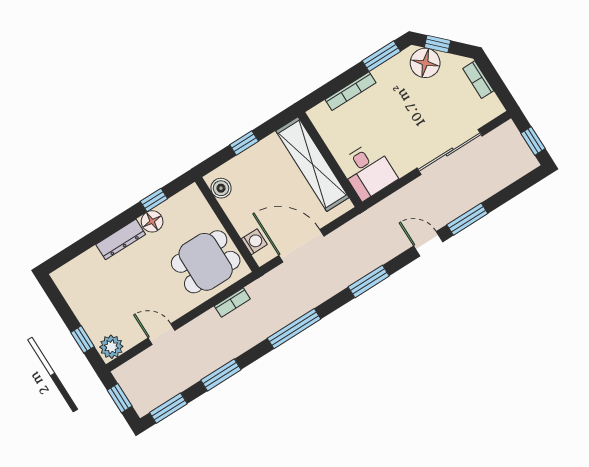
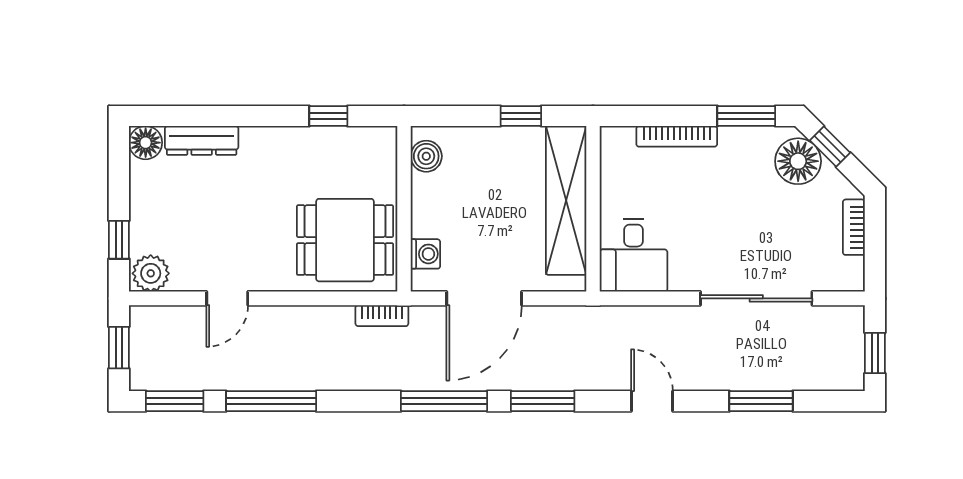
window: (244, 143) -> (521, 116), moved
window: (467, 219) -> (761, 401), moved
floor lamp: (152, 221) -> (146, 143), moved
dresser: (121, 239) -> (202, 140), moved
door: (301, 246) -> (484, 298), swing flipped
bookcase: (232, 302) -> (382, 316), moved
window: (294, 329) -> (444, 401), moved
door: (162, 334) -> (227, 298), swing flipped
window: (221, 375) -> (271, 401), width x1.44

